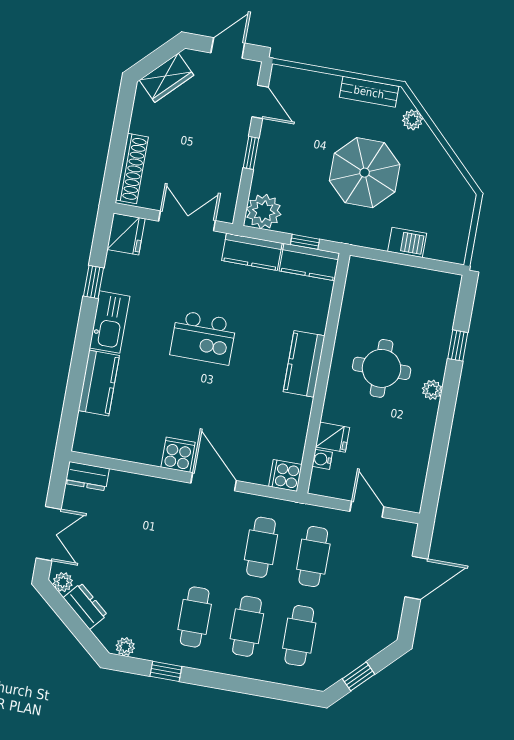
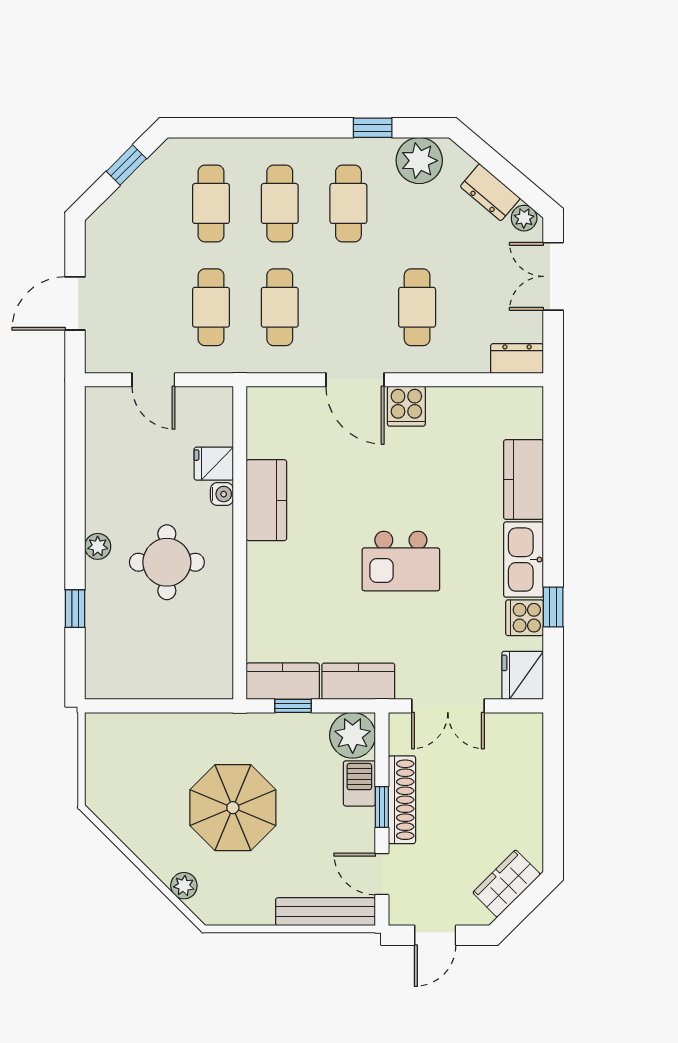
bench: (369, 92) -> (326, 912), moved, width x1.36
shoe rack: (132, 168) -> (402, 800), moved, turned 180
barbecue: (407, 242) -> (359, 783), moved, turned 90
kitchen island: (203, 338) -> (401, 561), turned 180
kitchen counter: (304, 364) -> (266, 500), moved
water cooler: (322, 459) -> (222, 494), moved
cooker: (285, 476) -> (525, 618), moved, turned 180
cafe table: (156, 529) -> (417, 307), added
plant: (125, 647) -> (419, 161), width x1.88, depth x1.88

